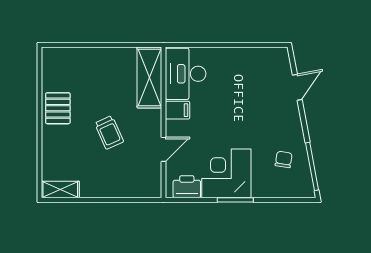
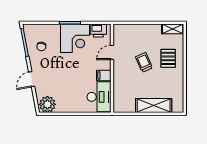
plant: (273, 61) -> (47, 104), added
shelving: (149, 77) -> (154, 105), moved, turned 90
door: (297, 87) -> (32, 79), moved
pallet: (58, 108) -> (168, 58), moved

